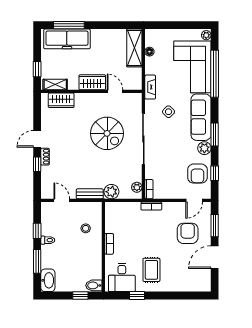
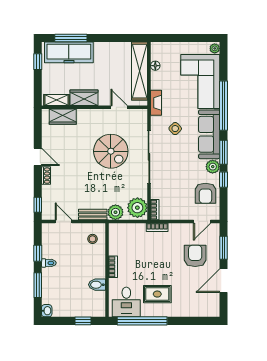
shelving: (134, 48) -> (139, 71), width x1.47
window: (37, 69) -> (38, 62), moved
window: (215, 74) -> (224, 106), moved
wardrobe: (92, 82) -> (84, 98), moved
door: (37, 139) -> (38, 157), swing flipped
window: (37, 164) -> (38, 205), moved
window: (215, 173) -> (224, 180), moved
plant: (137, 187) -> (137, 208), width x1.88, depth x1.88
stool: (86, 228) -> (92, 239), moved
rug: (151, 270) -> (157, 294), turned 90
washbasin: (48, 280) -> (47, 311), width x0.52, depth x0.69
bidet: (94, 285) -> (97, 285), moved
window: (137, 296) -> (142, 321), width x3.17

